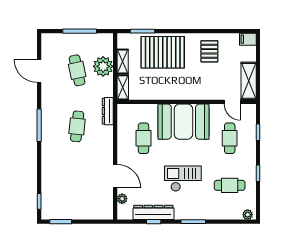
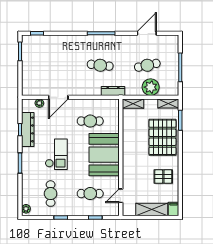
shelving: (123, 62) -> (168, 103), moved
shelving: (249, 81) -> (152, 209), moved

